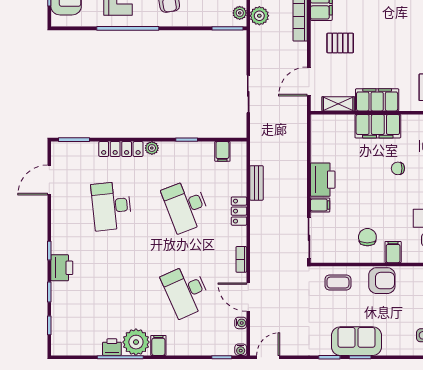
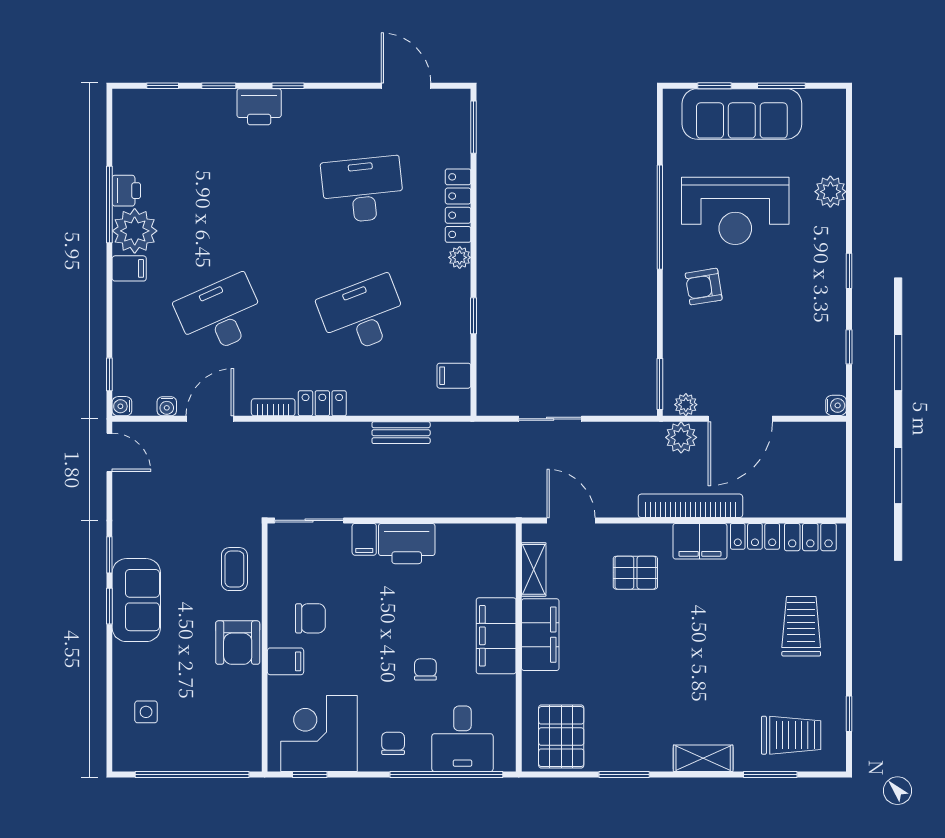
pallet: (340, 43) -> (635, 573), turned 90
locker: (239, 211) -> (322, 403), moved

